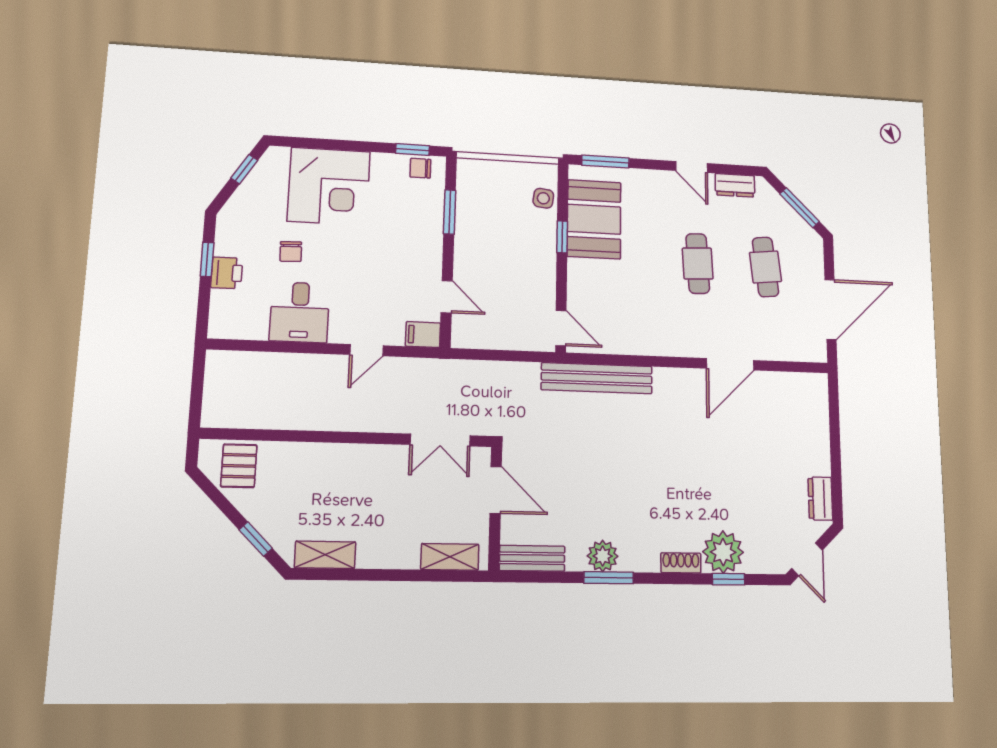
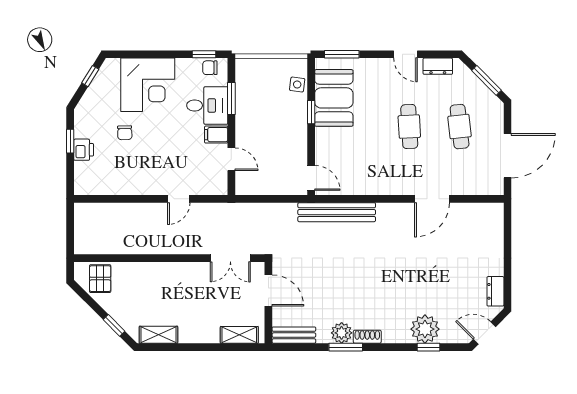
desk: (300, 312) -> (207, 105), moved, turned -90
filing cabinet: (423, 335) -> (216, 135), moved
door: (807, 559) -> (484, 333), swing flipped
shoe rack: (681, 563) -> (367, 337), moved

